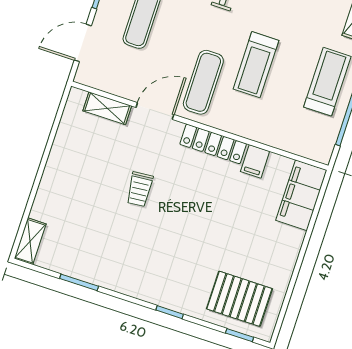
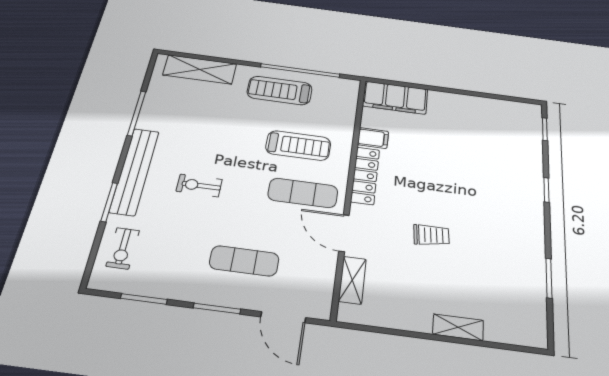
treadmill: (256, 65) -> (298, 146), moved
shelving: (30, 241) -> (458, 327), moved
pallet: (239, 299) -> (511, 134), removed

